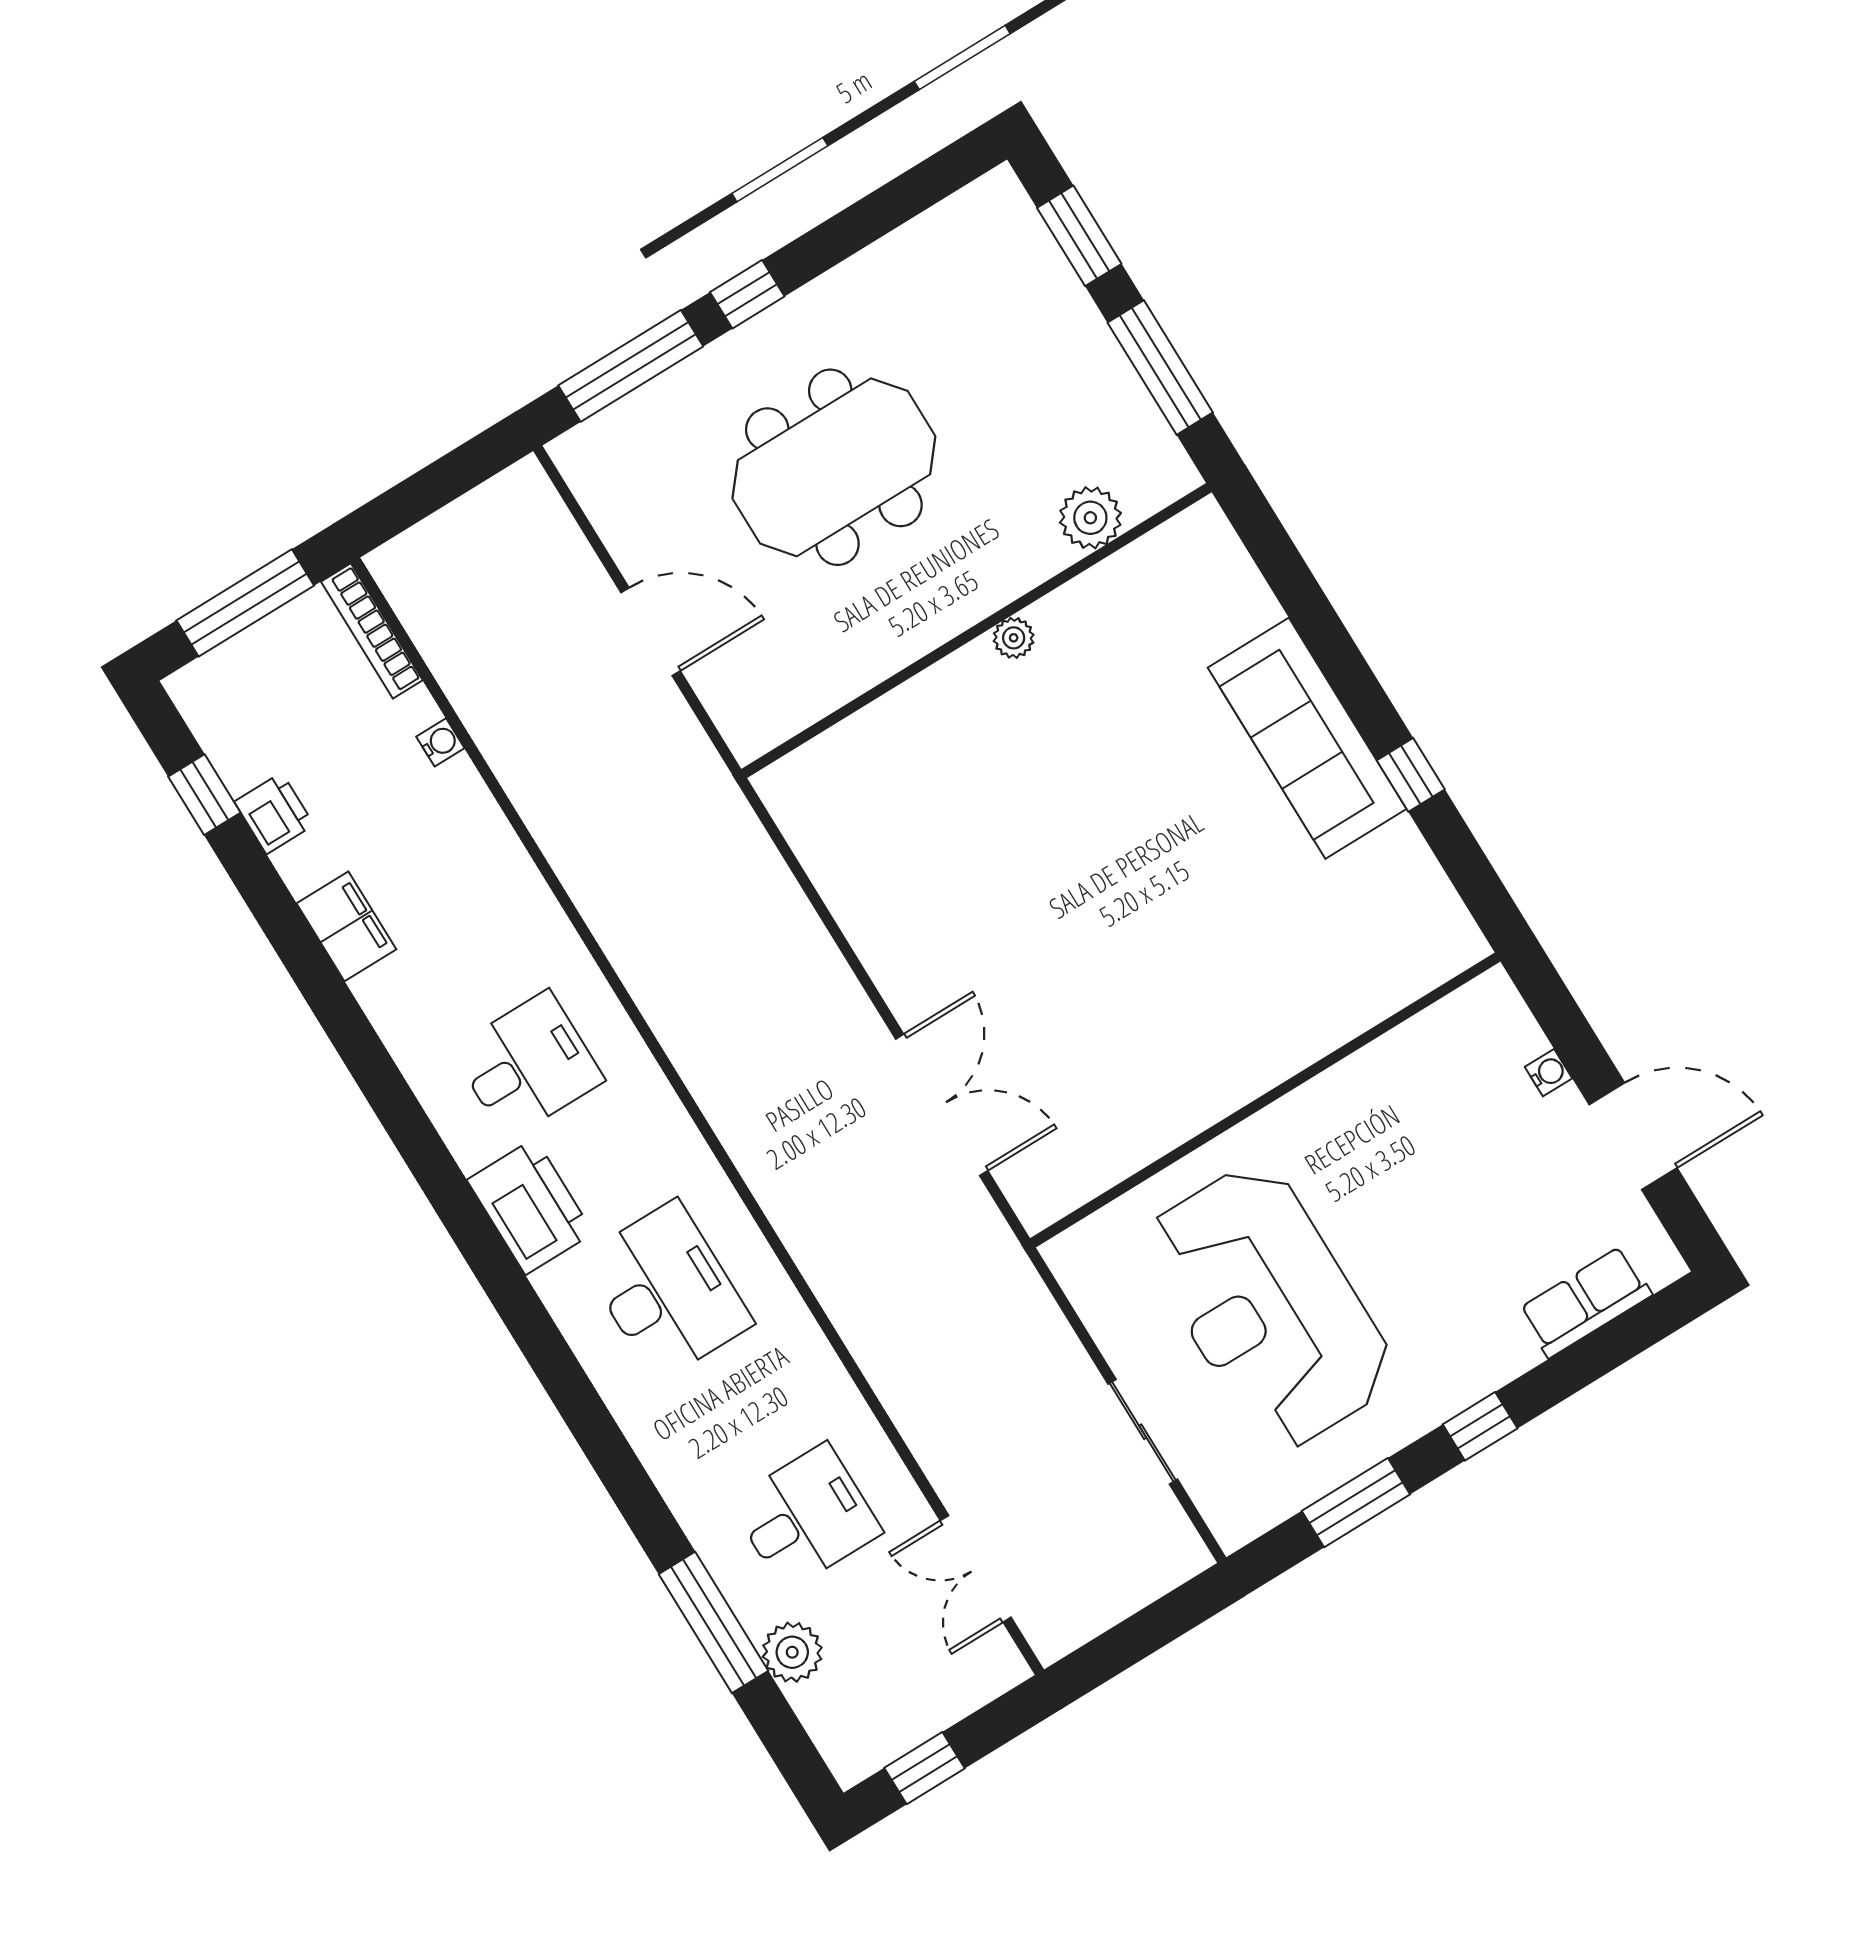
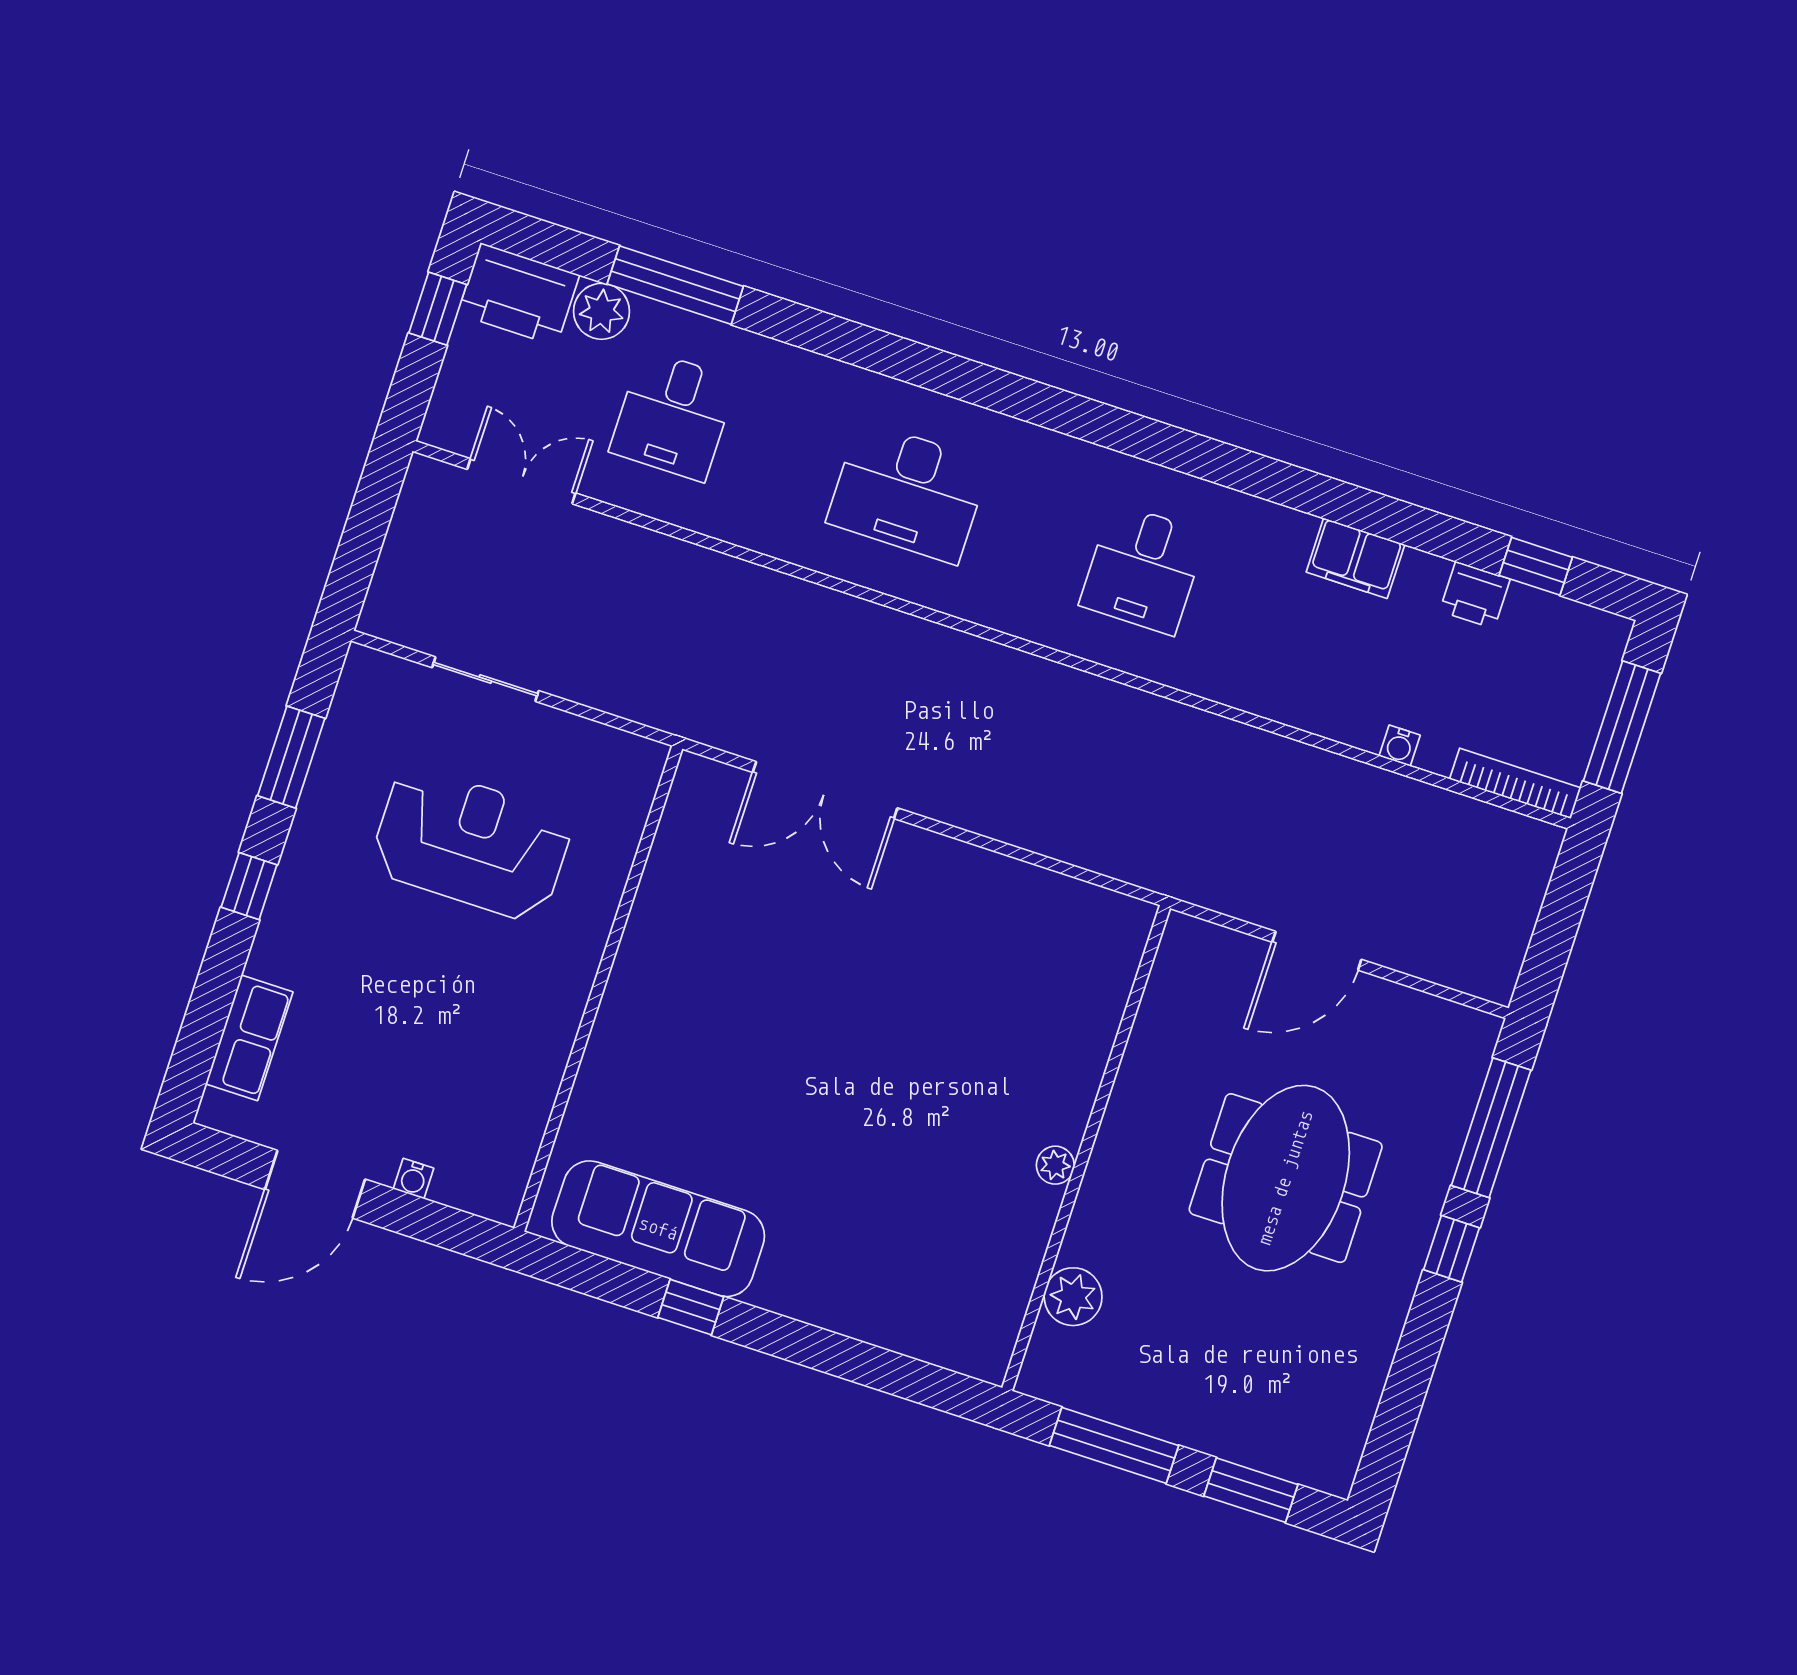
sofa: (1307, 738) -> (658, 1229), moved
printer: (530, 1206) -> (518, 294), moved
reception desk: (1269, 1307) -> (471, 844), width x0.74, depth x0.77

